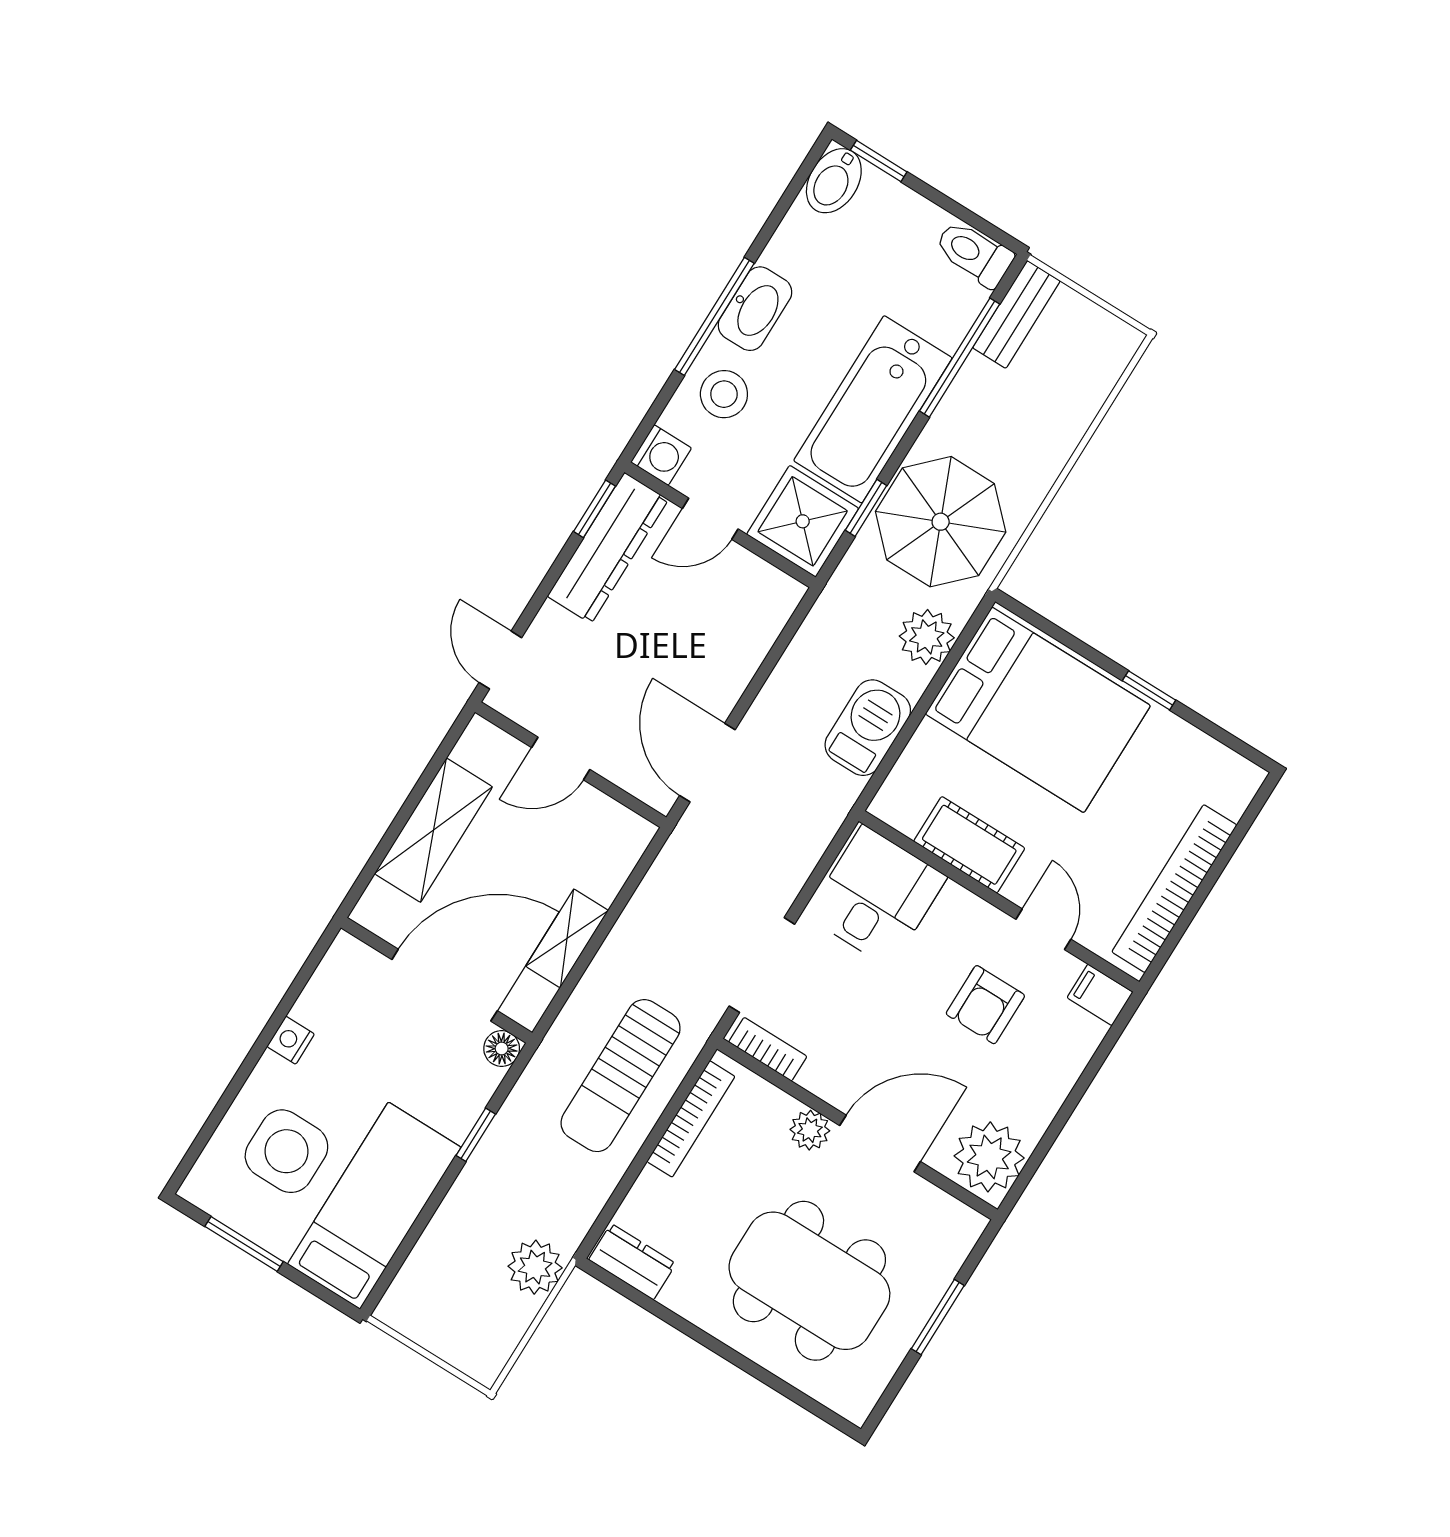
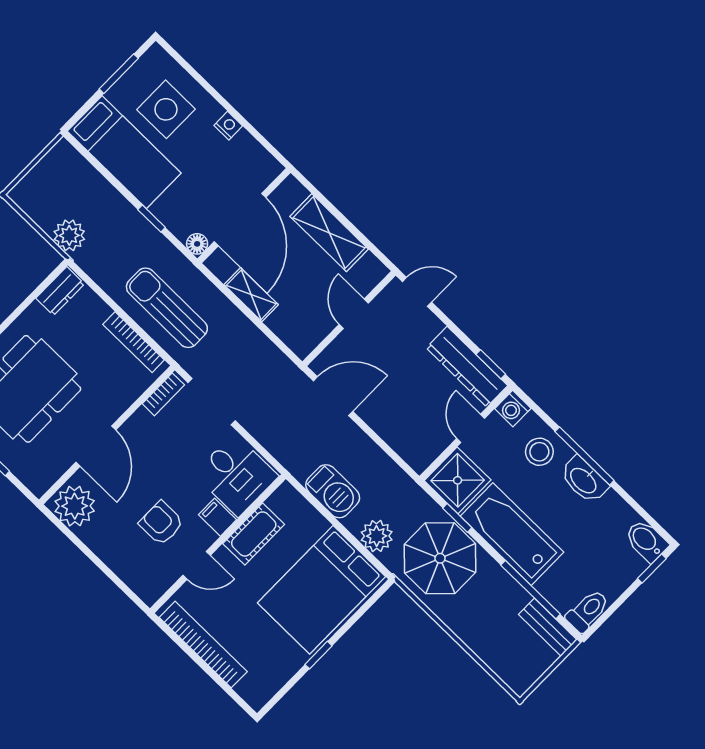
filing cabinet: (1100, 995) -> (217, 517), moved, turned -90
plant: (810, 1130) -> (112, 408), removed

